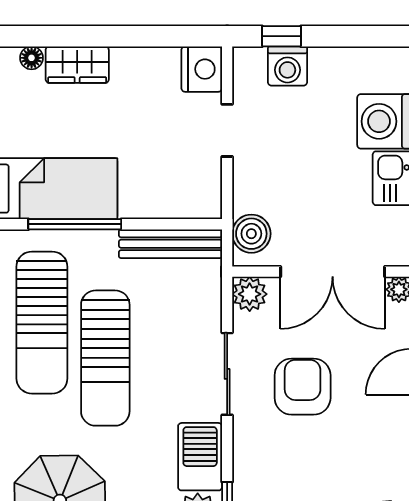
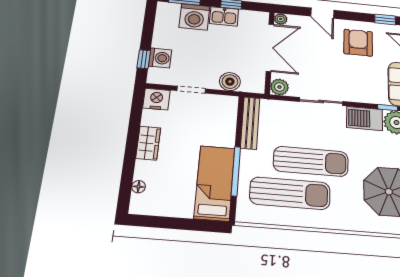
wardrobe: (77, 65) -> (148, 143), moved
boiler: (251, 234) -> (230, 82), moved
armchair: (303, 387) -> (358, 43), moved, turned 90

